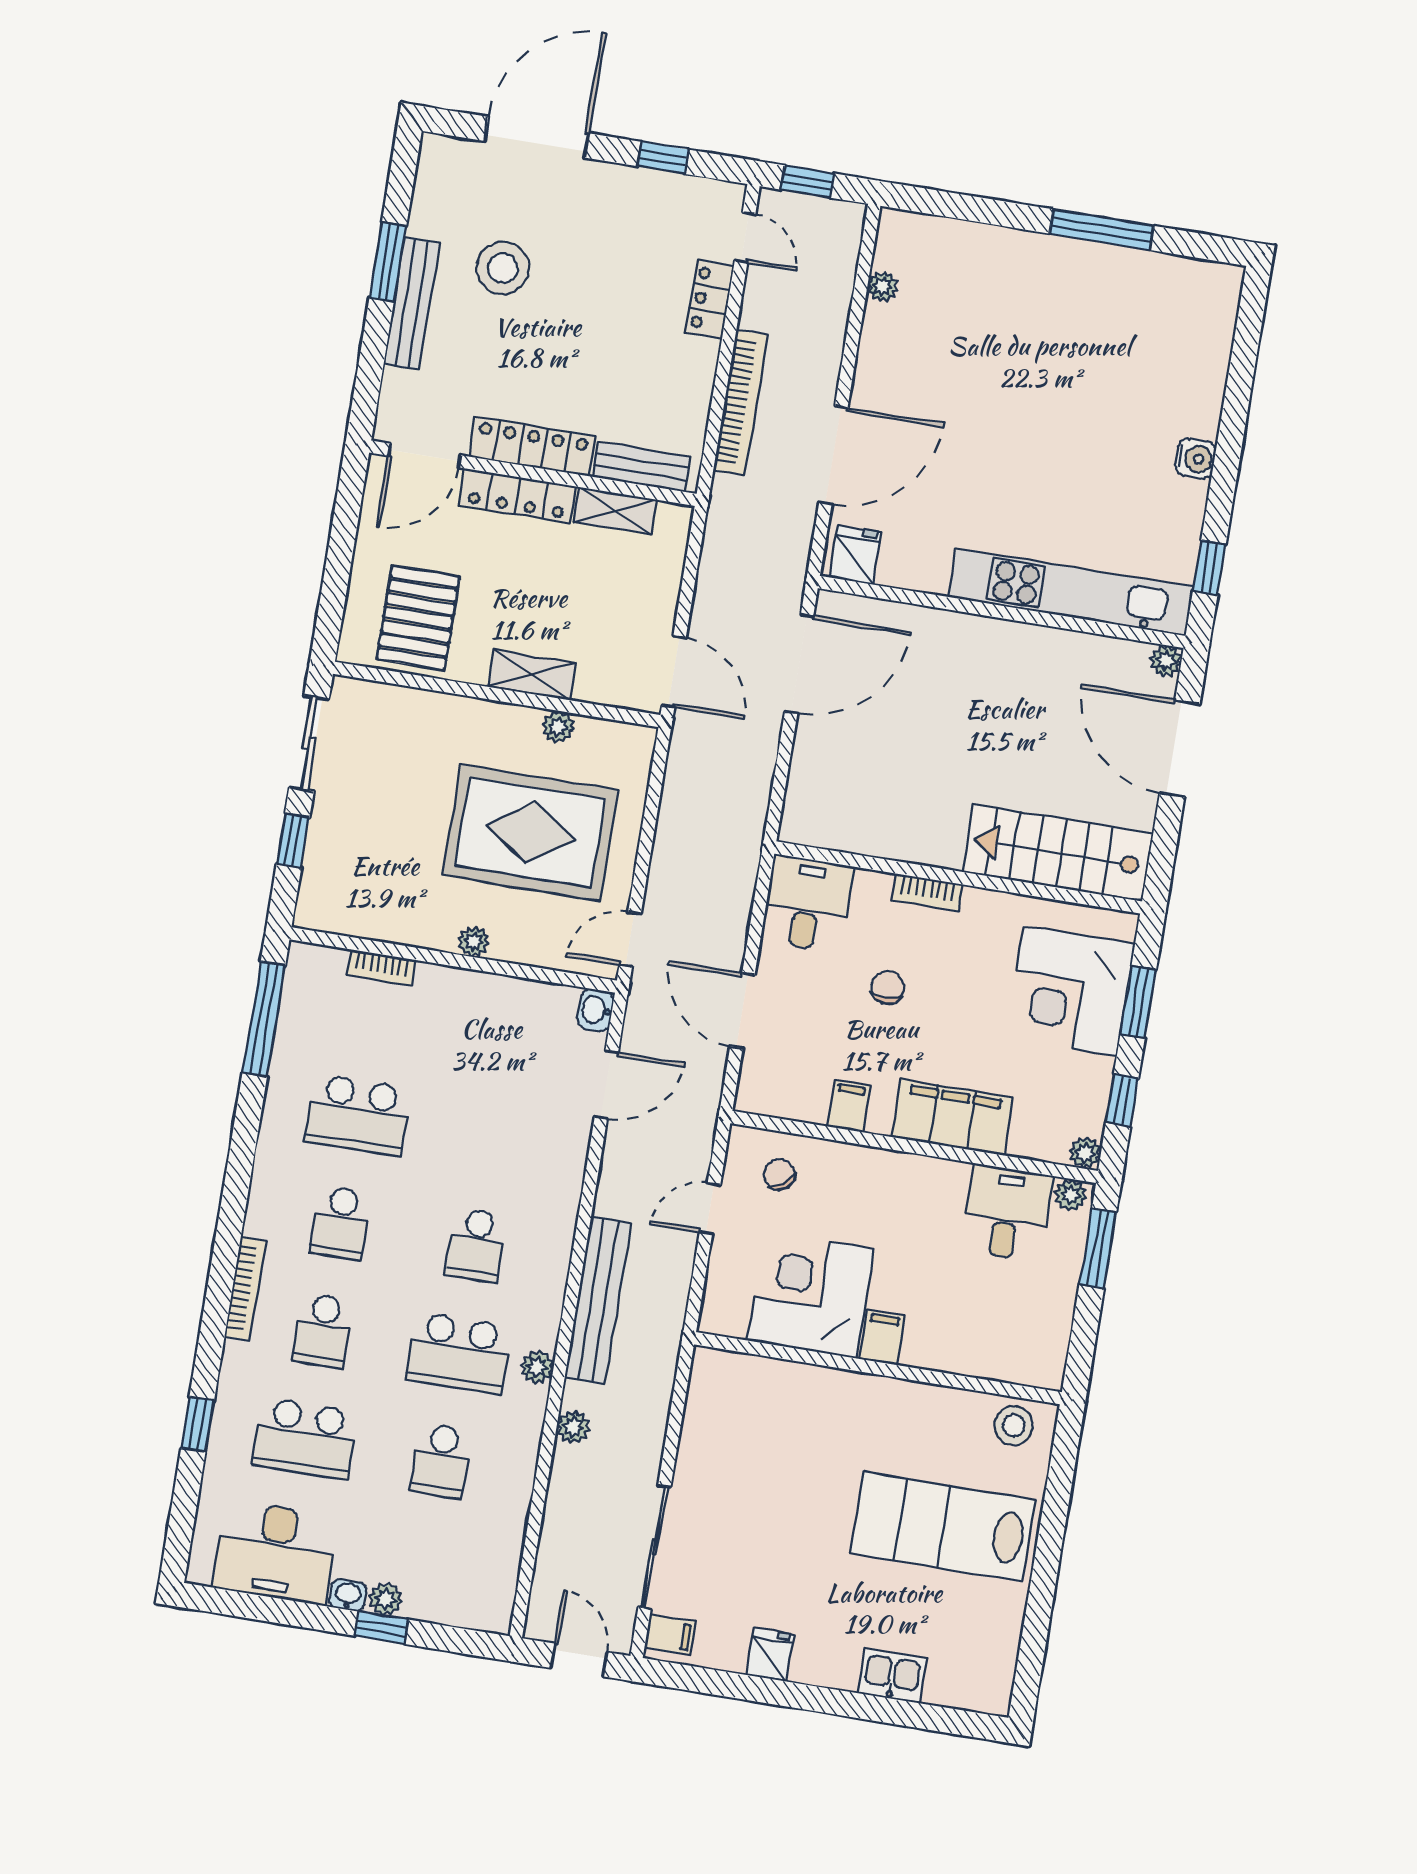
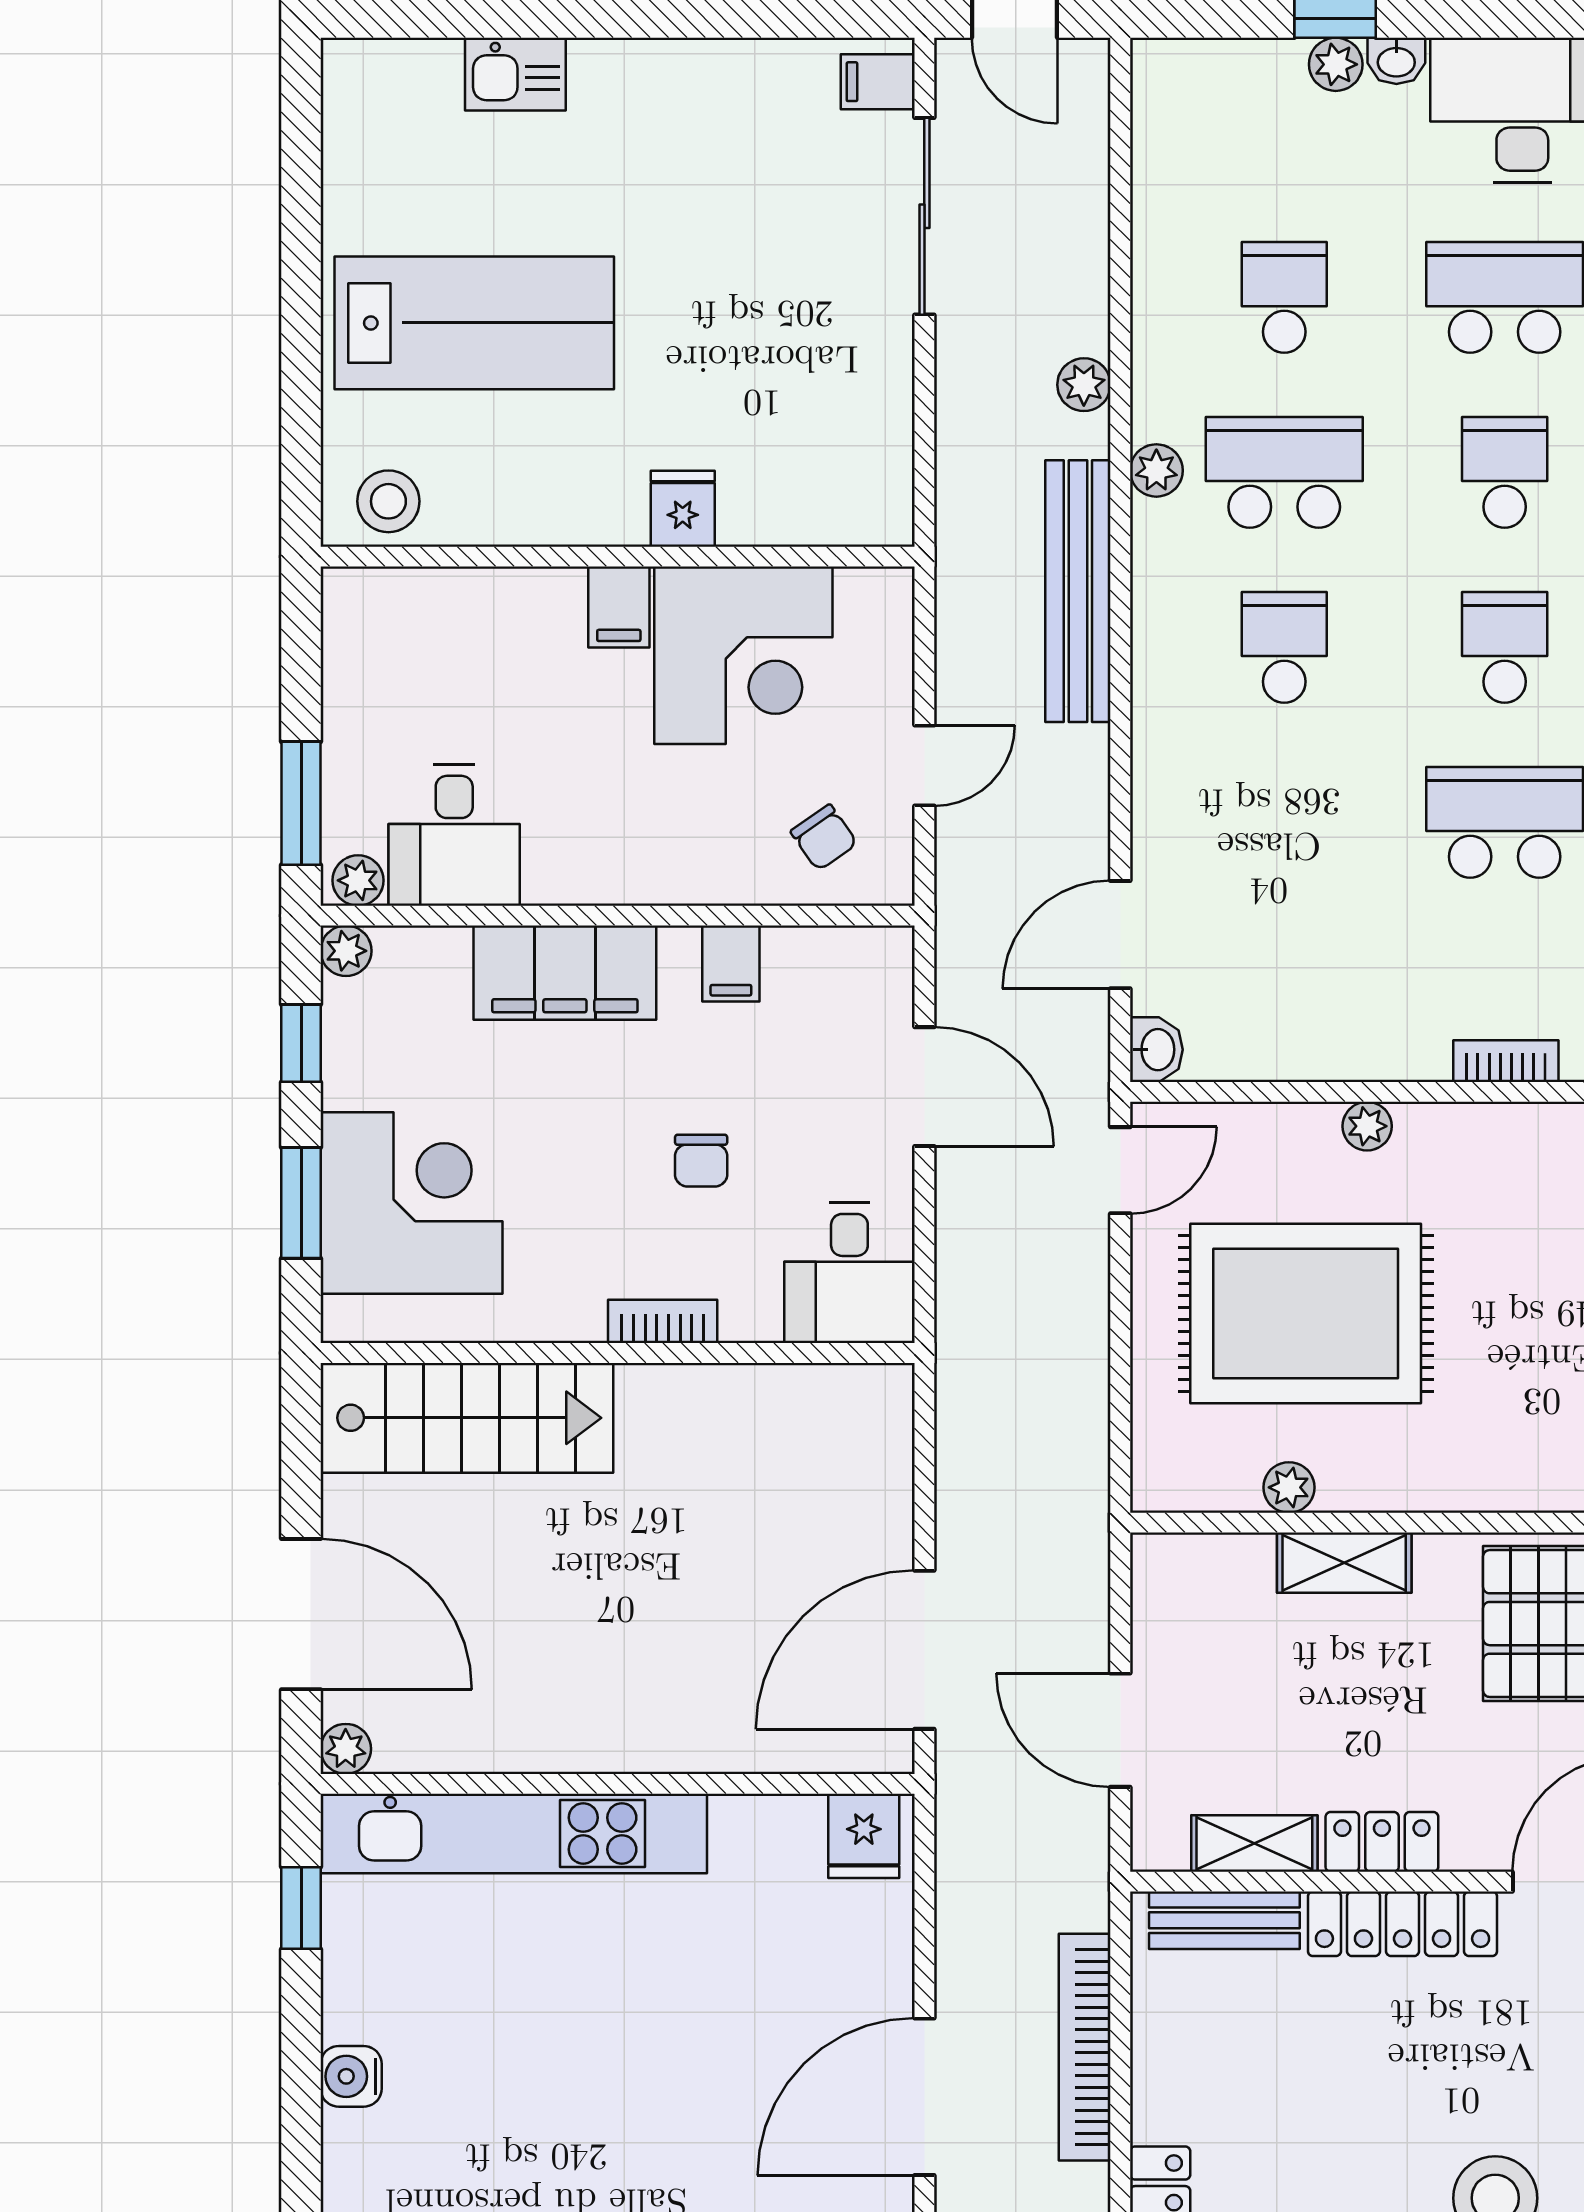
door: (833, 455) -> (924, 2097), moved
locker: (517, 496) -> (1382, 1842), width x0.66
door: (674, 671) -> (1120, 1730), moved
fridge: (770, 1655) -> (683, 509), moved, turned 180

